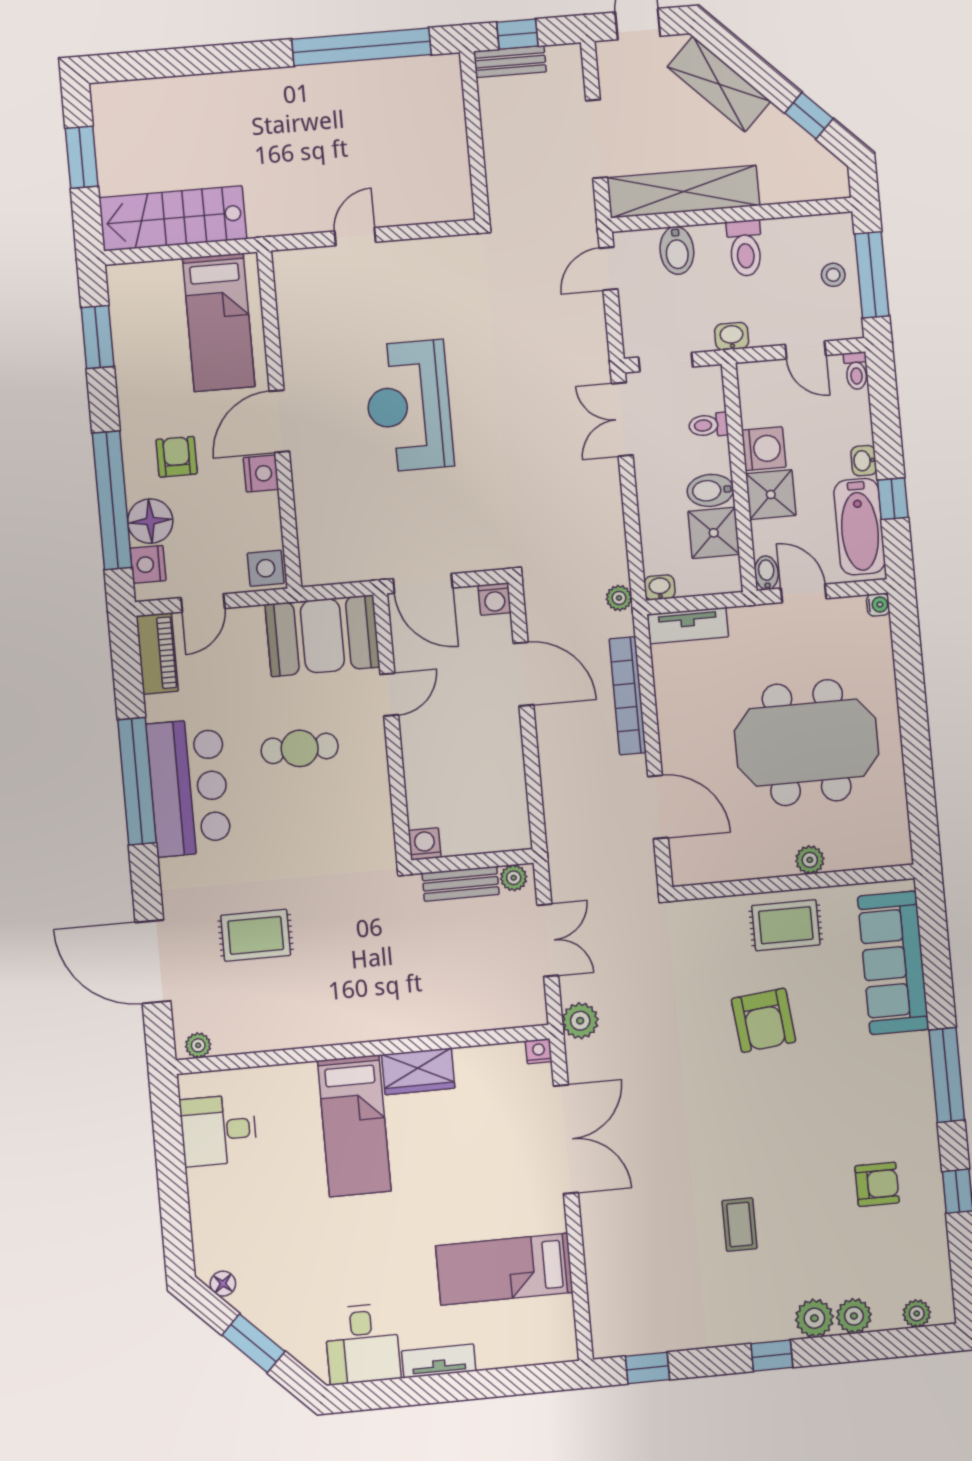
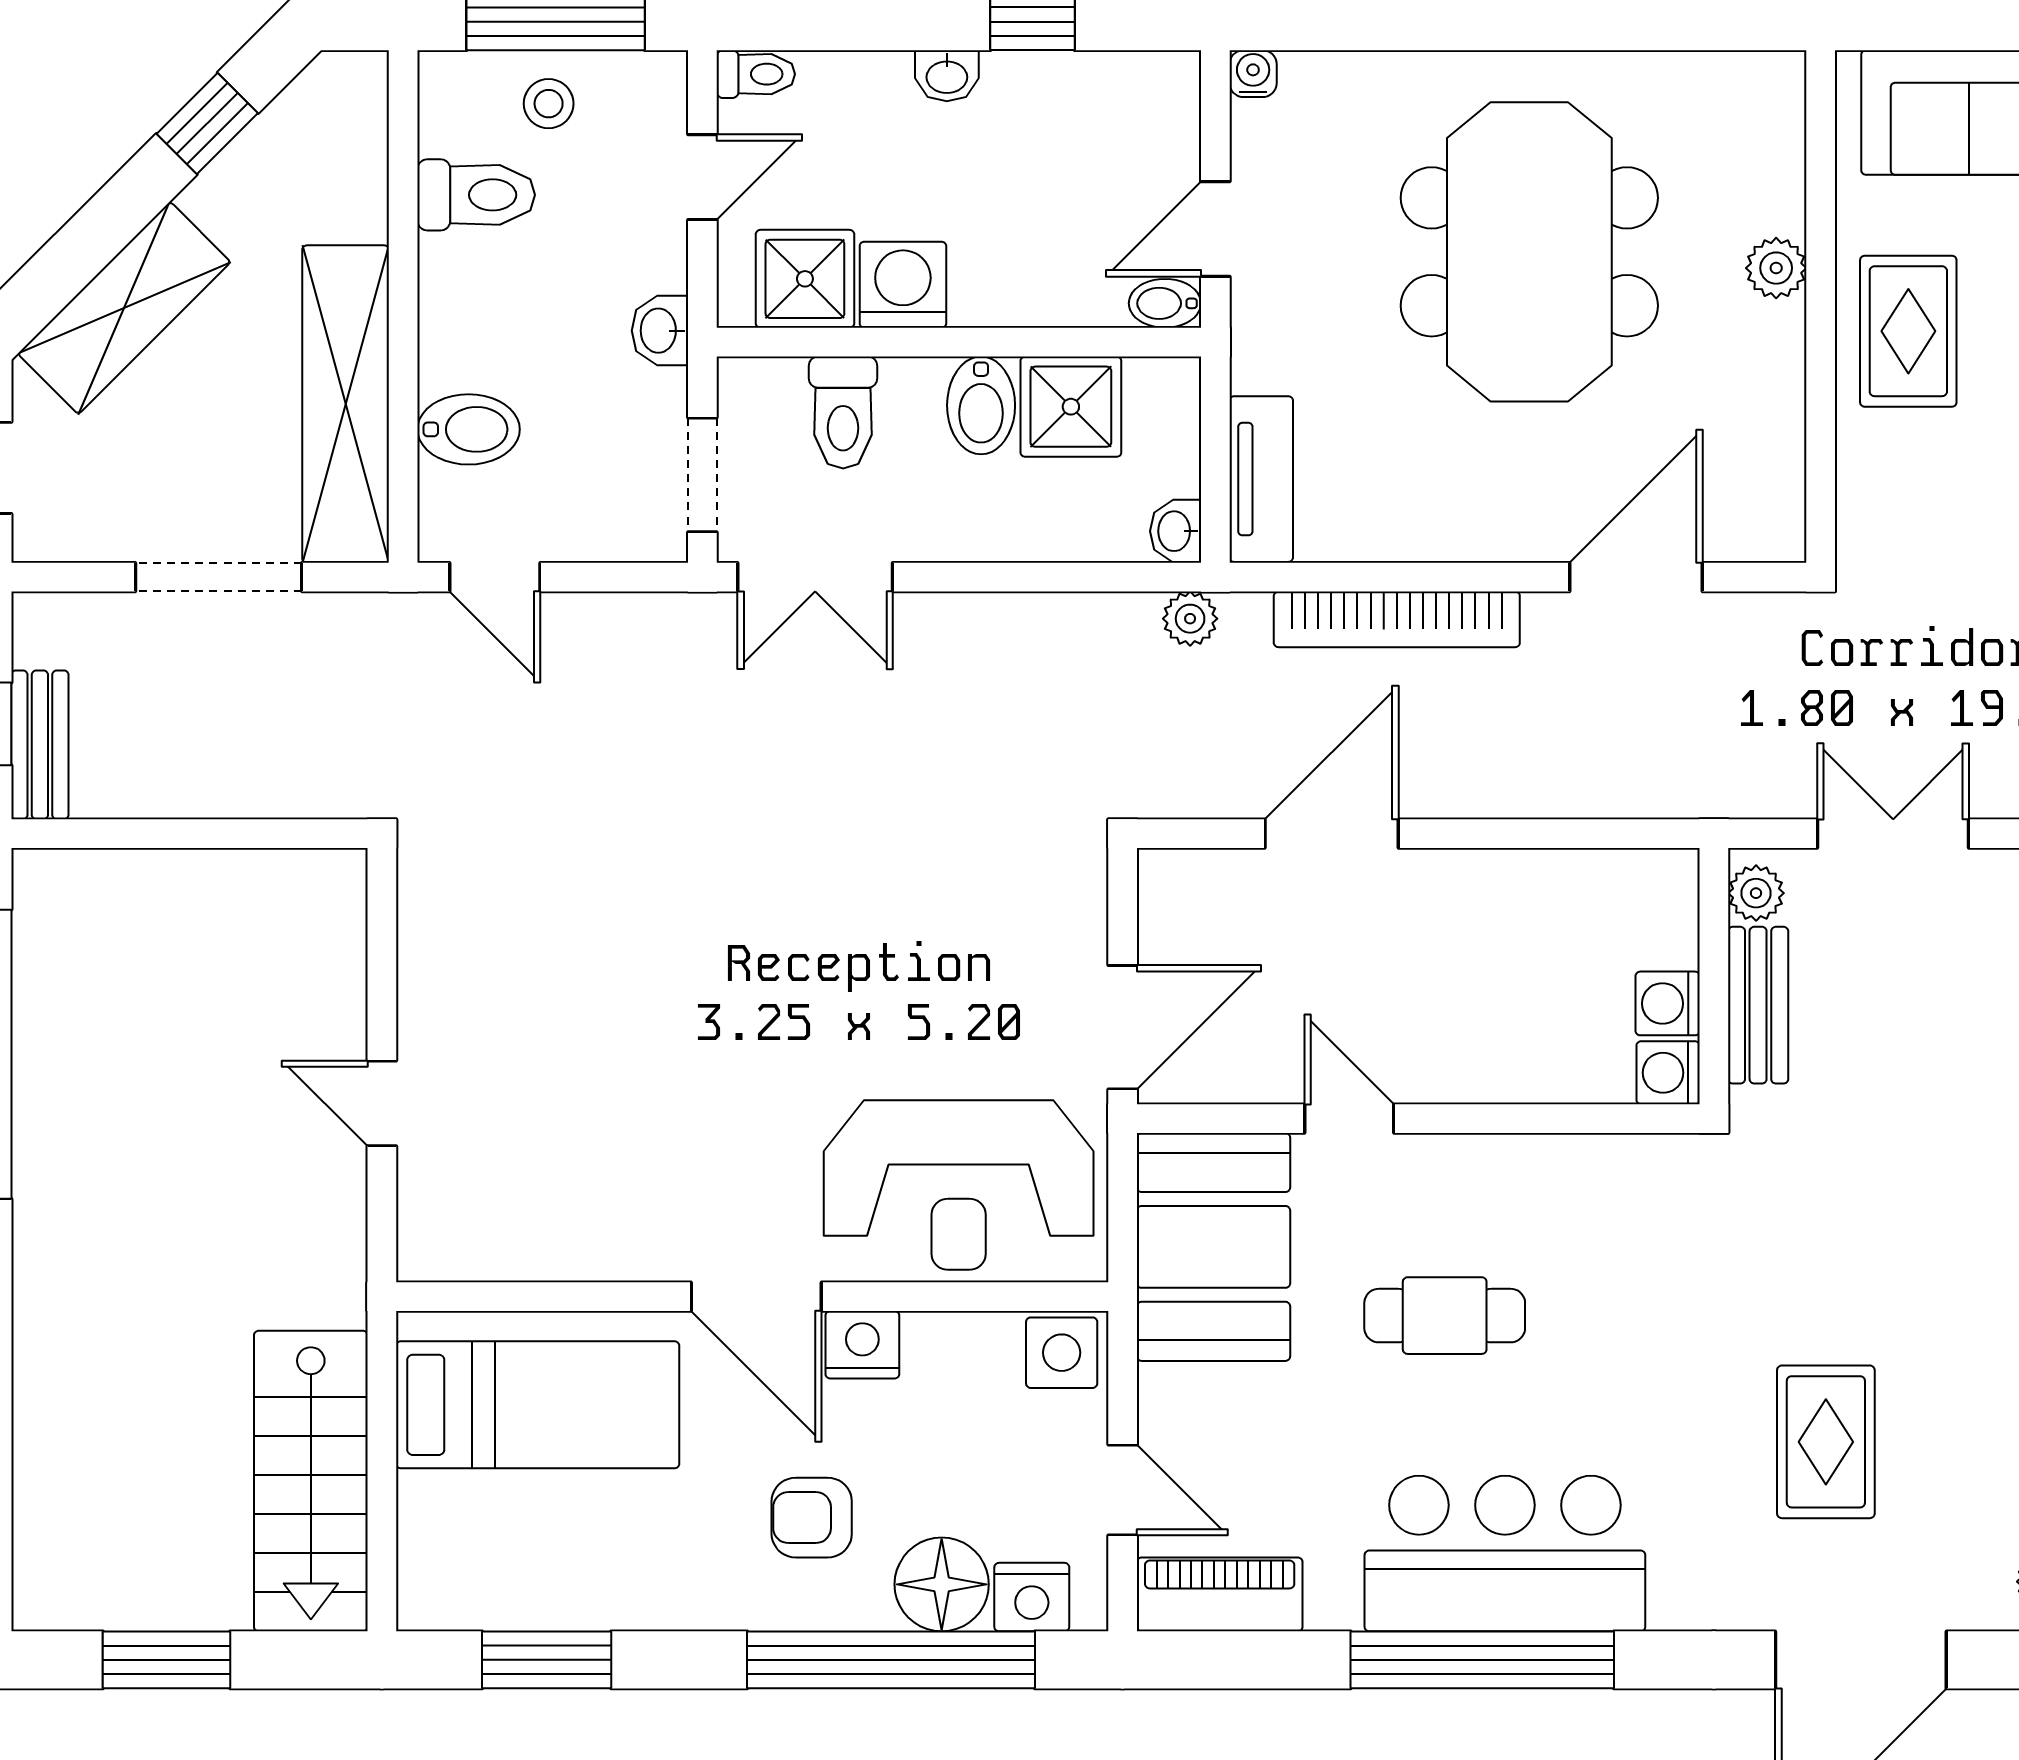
toilet: (745, 248) -> (476, 195), moved
reception desk: (409, 406) -> (959, 1185), moved
toilet: (708, 425) -> (843, 412), width x1.37, depth x1.39
shower: (771, 495) -> (805, 279), moved
bathtub: (860, 527) -> (1085, 98), removed
washing machine: (495, 599) -> (1668, 1003), moved, turned 180
cafe table: (300, 748) -> (1445, 1316), turned 90

